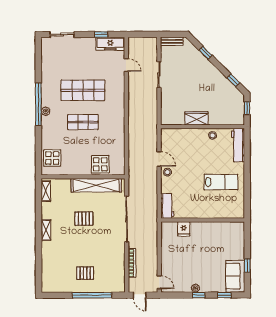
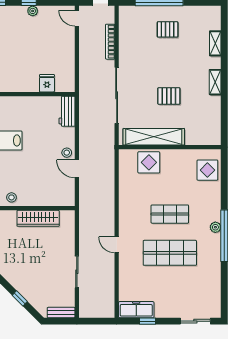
door: (126, 65) -> (117, 245), moved
wardrobe: (196, 118) -> (38, 218), width x1.50
shelving: (46, 191) -> (215, 43), moved

